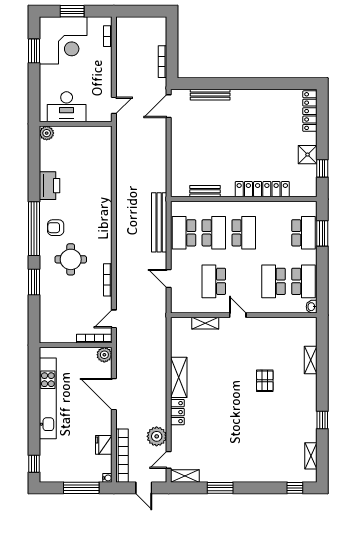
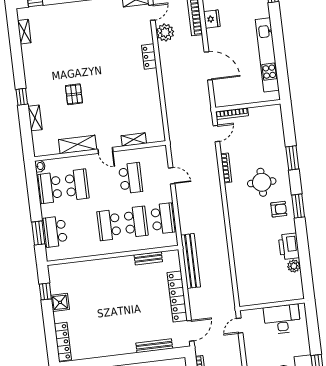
plant: (47, 133) -> (294, 266), moved
locker: (262, 189) -> (177, 296), moved, turned 90
bench: (159, 222) -> (191, 261), moved
window: (34, 229) -> (298, 206), width x0.47
school desk: (214, 233) -> (136, 222), turned 180
plant: (104, 355) -> (221, 100), removed
shelving: (179, 377) -> (78, 144), moved, turned 90
window: (322, 420) -> (22, 97), moved

